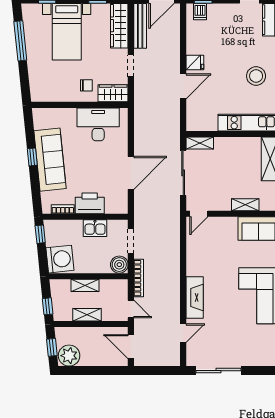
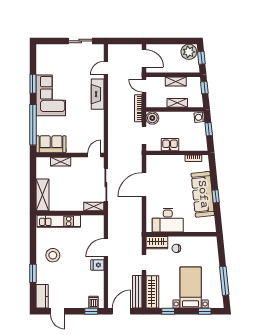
printer: (90, 203) -> (174, 163), removed
window: (40, 234) -> (209, 129), moved
washing machine: (60, 259) -> (199, 117), width x0.53, depth x0.53
sliding door: (219, 371) -> (80, 41), width x0.73

